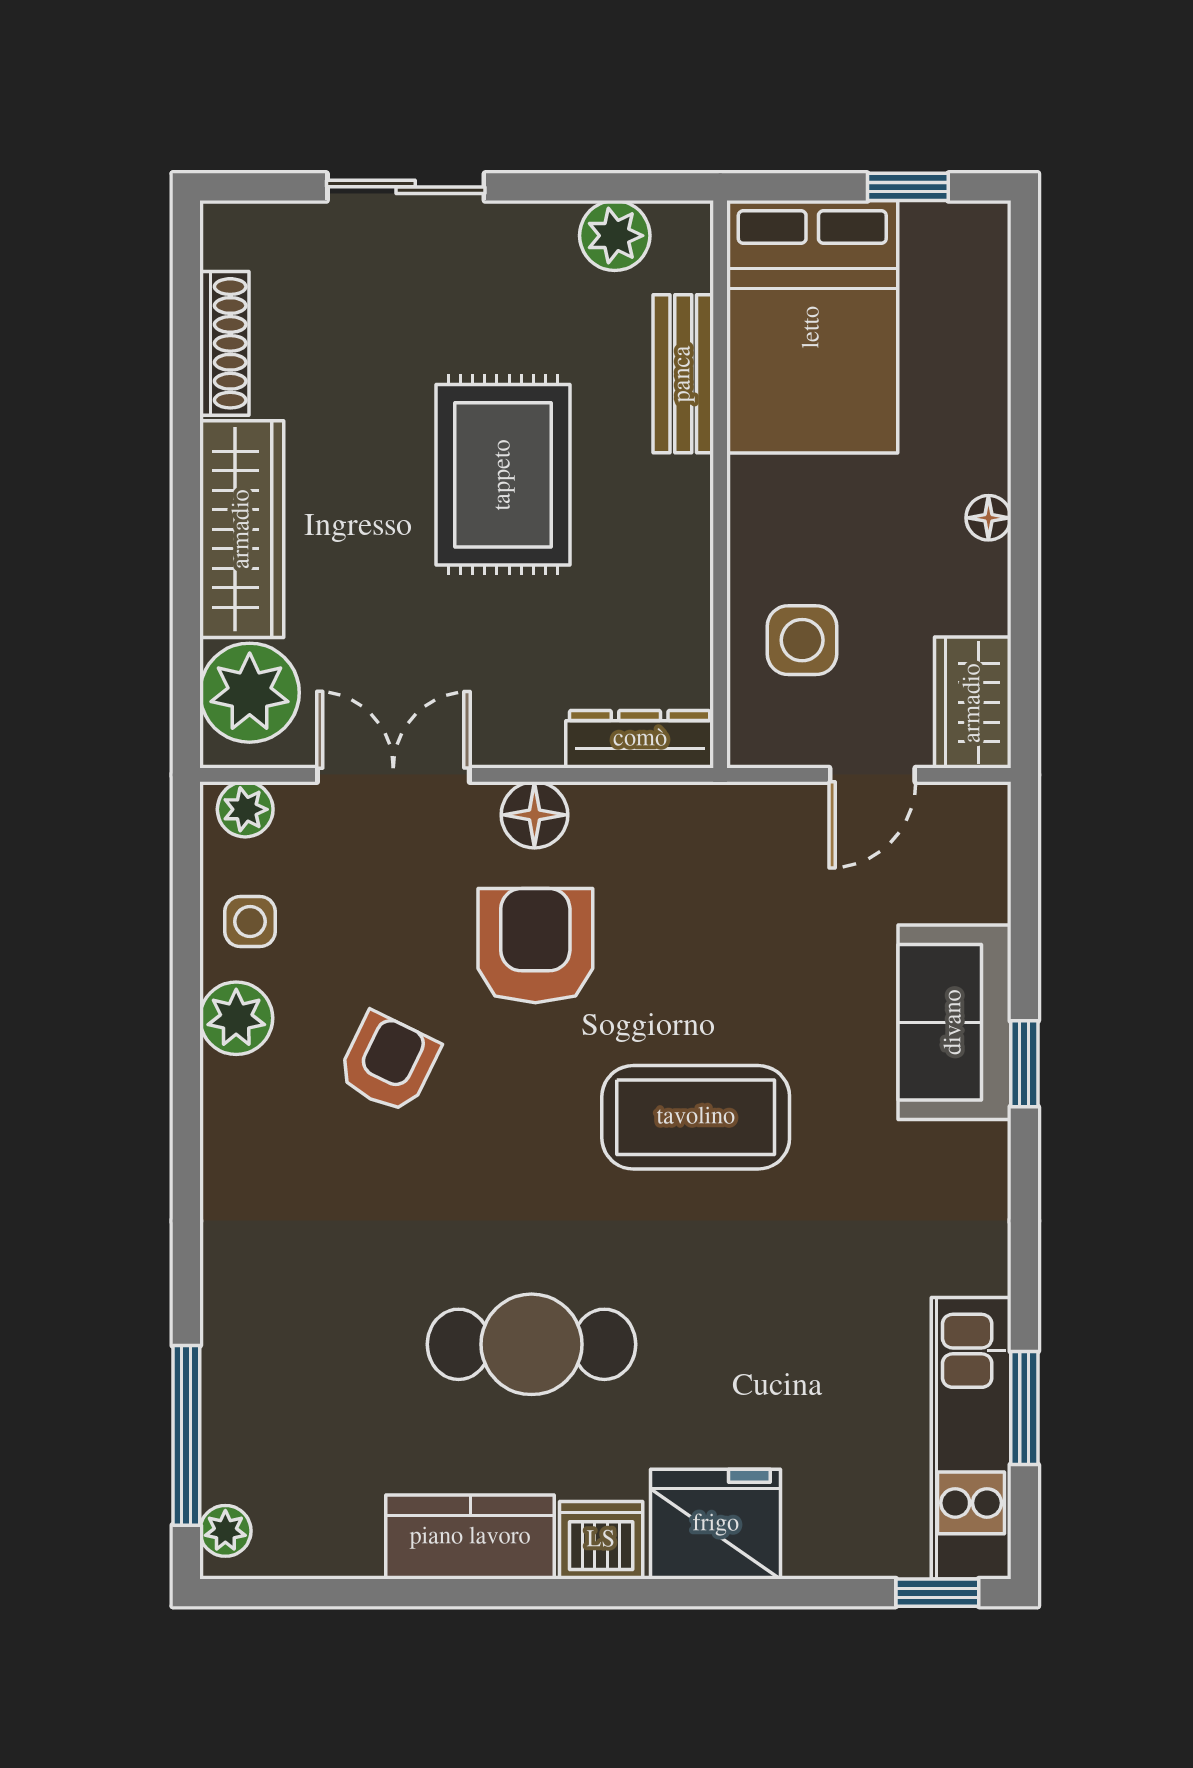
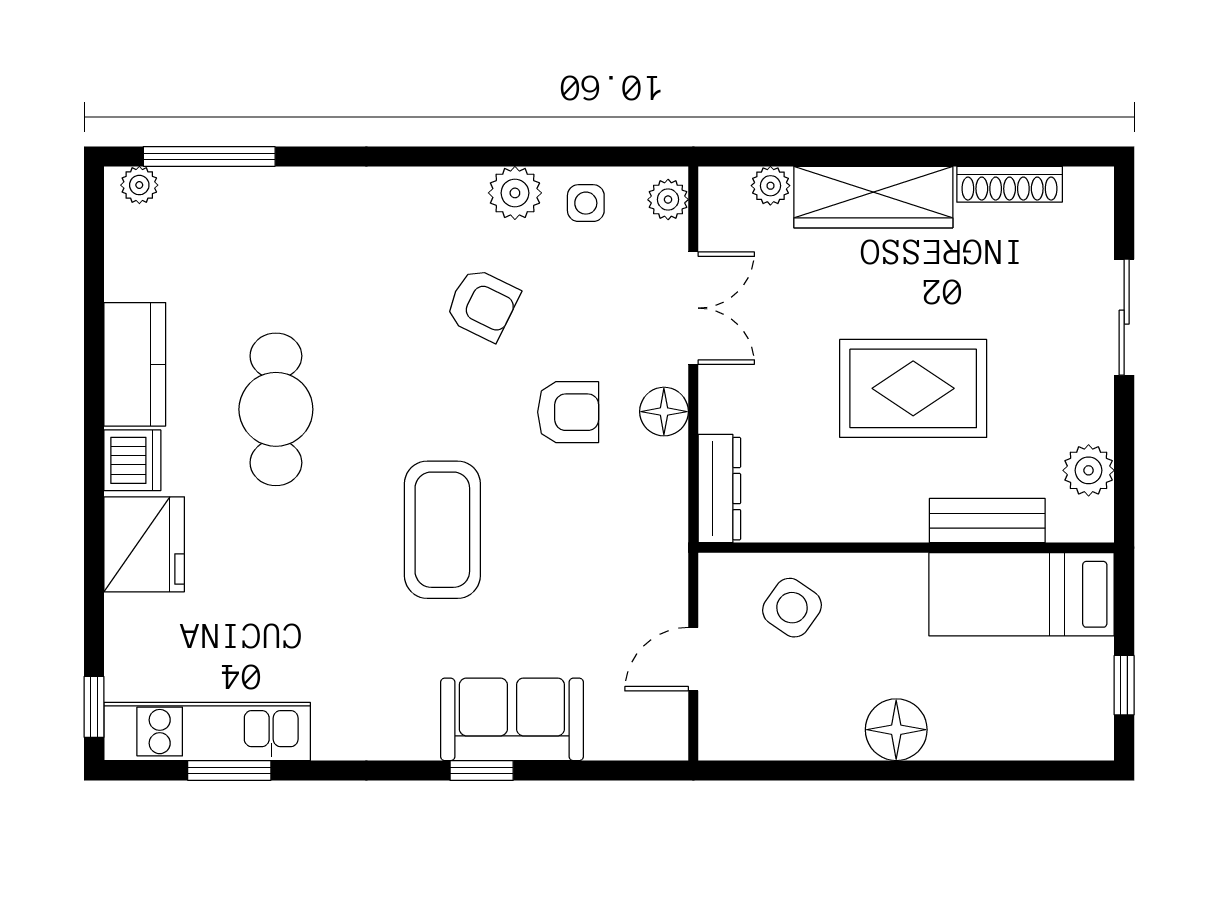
bed: (812, 327) -> (1022, 594), width x0.67
floor lamp: (988, 518) -> (896, 730), width x1.89, depth x1.89
side table: (802, 640) -> (792, 608), turned 35
plant: (250, 693) -> (770, 186), width x0.53, depth x0.53
wardrobe: (973, 703) -> (746, 733), removed
door: (872, 775) -> (693, 659), hinge flipped
armchair: (535, 946) -> (568, 412), width x0.72, depth x0.72

